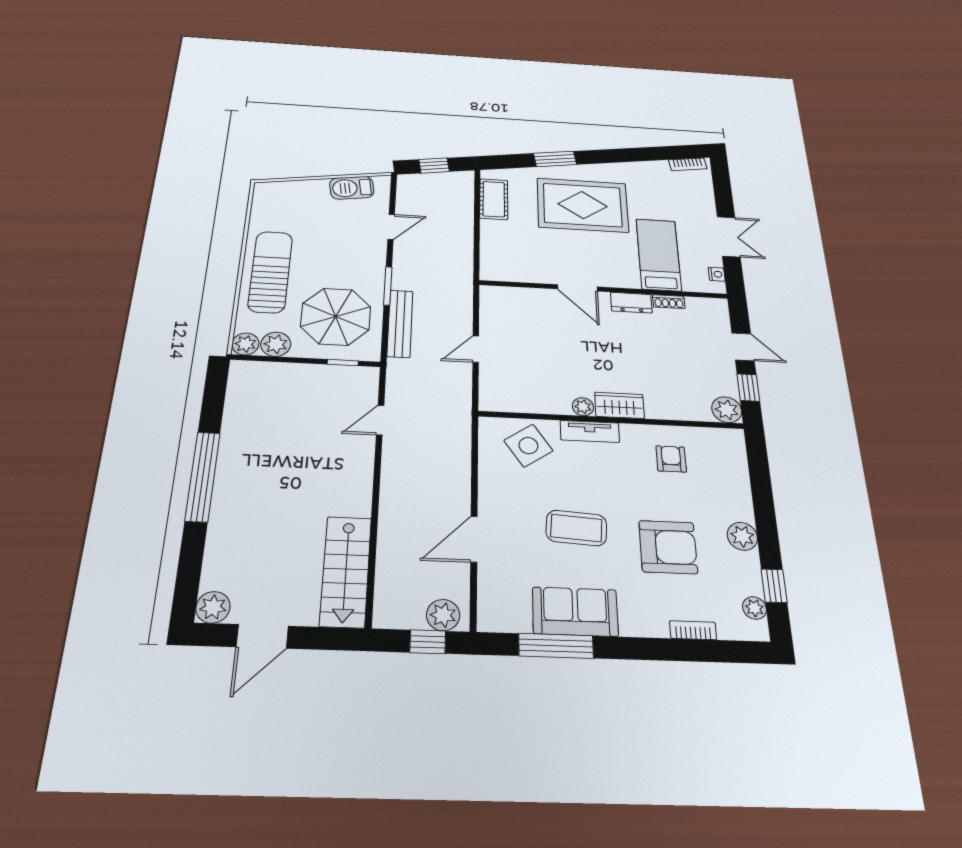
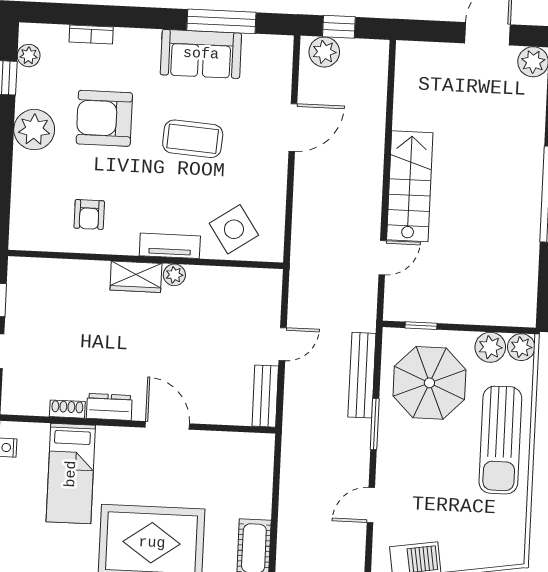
bench: (490, 309) -> (265, 396), added
plant: (727, 410) -> (23, 272), removed
plant: (742, 536) -> (34, 130), width x1.36, depth x1.36
stairs: (346, 571) -> (410, 186), moved

